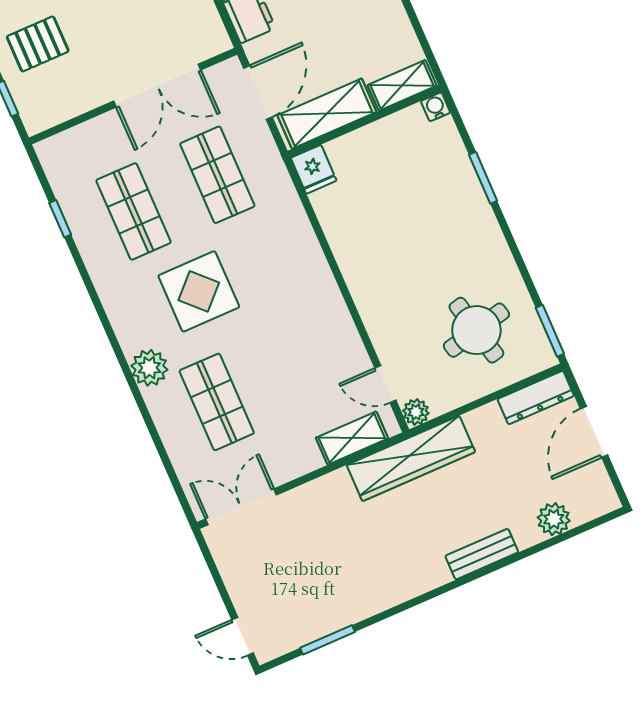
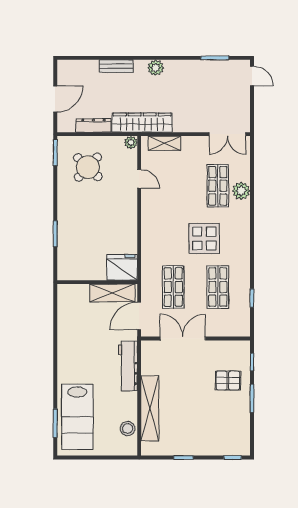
shelving: (402, 85) -> (73, 291), removed
water cooler: (436, 107) -> (63, 275), removed
fridge: (314, 169) -> (122, 267), width x1.88, depth x1.34
round table: (476, 330) -> (88, 167), turned -34
plant: (149, 368) -> (241, 191), moved
door: (385, 384) -> (139, 179), moved
dresser: (536, 398) -> (93, 125), moved
plant: (554, 519) -> (156, 68), moved
bench: (482, 554) -> (116, 66), moved

